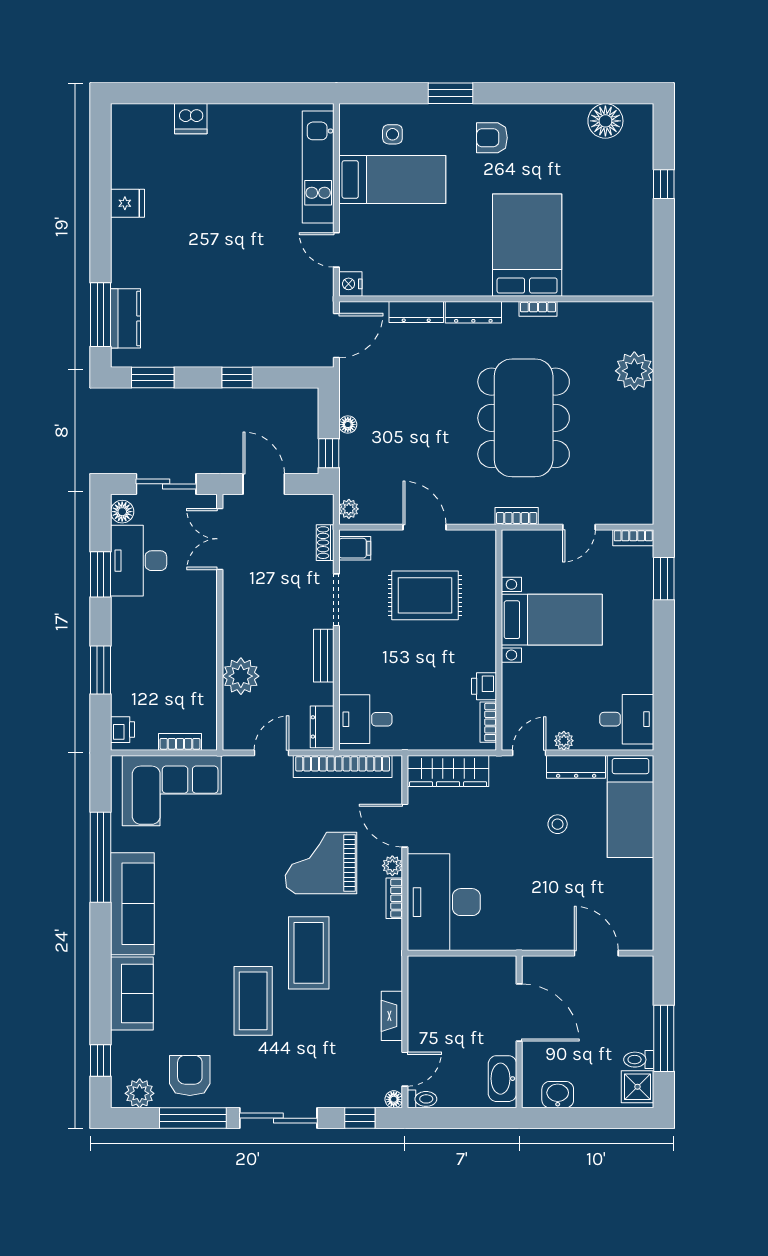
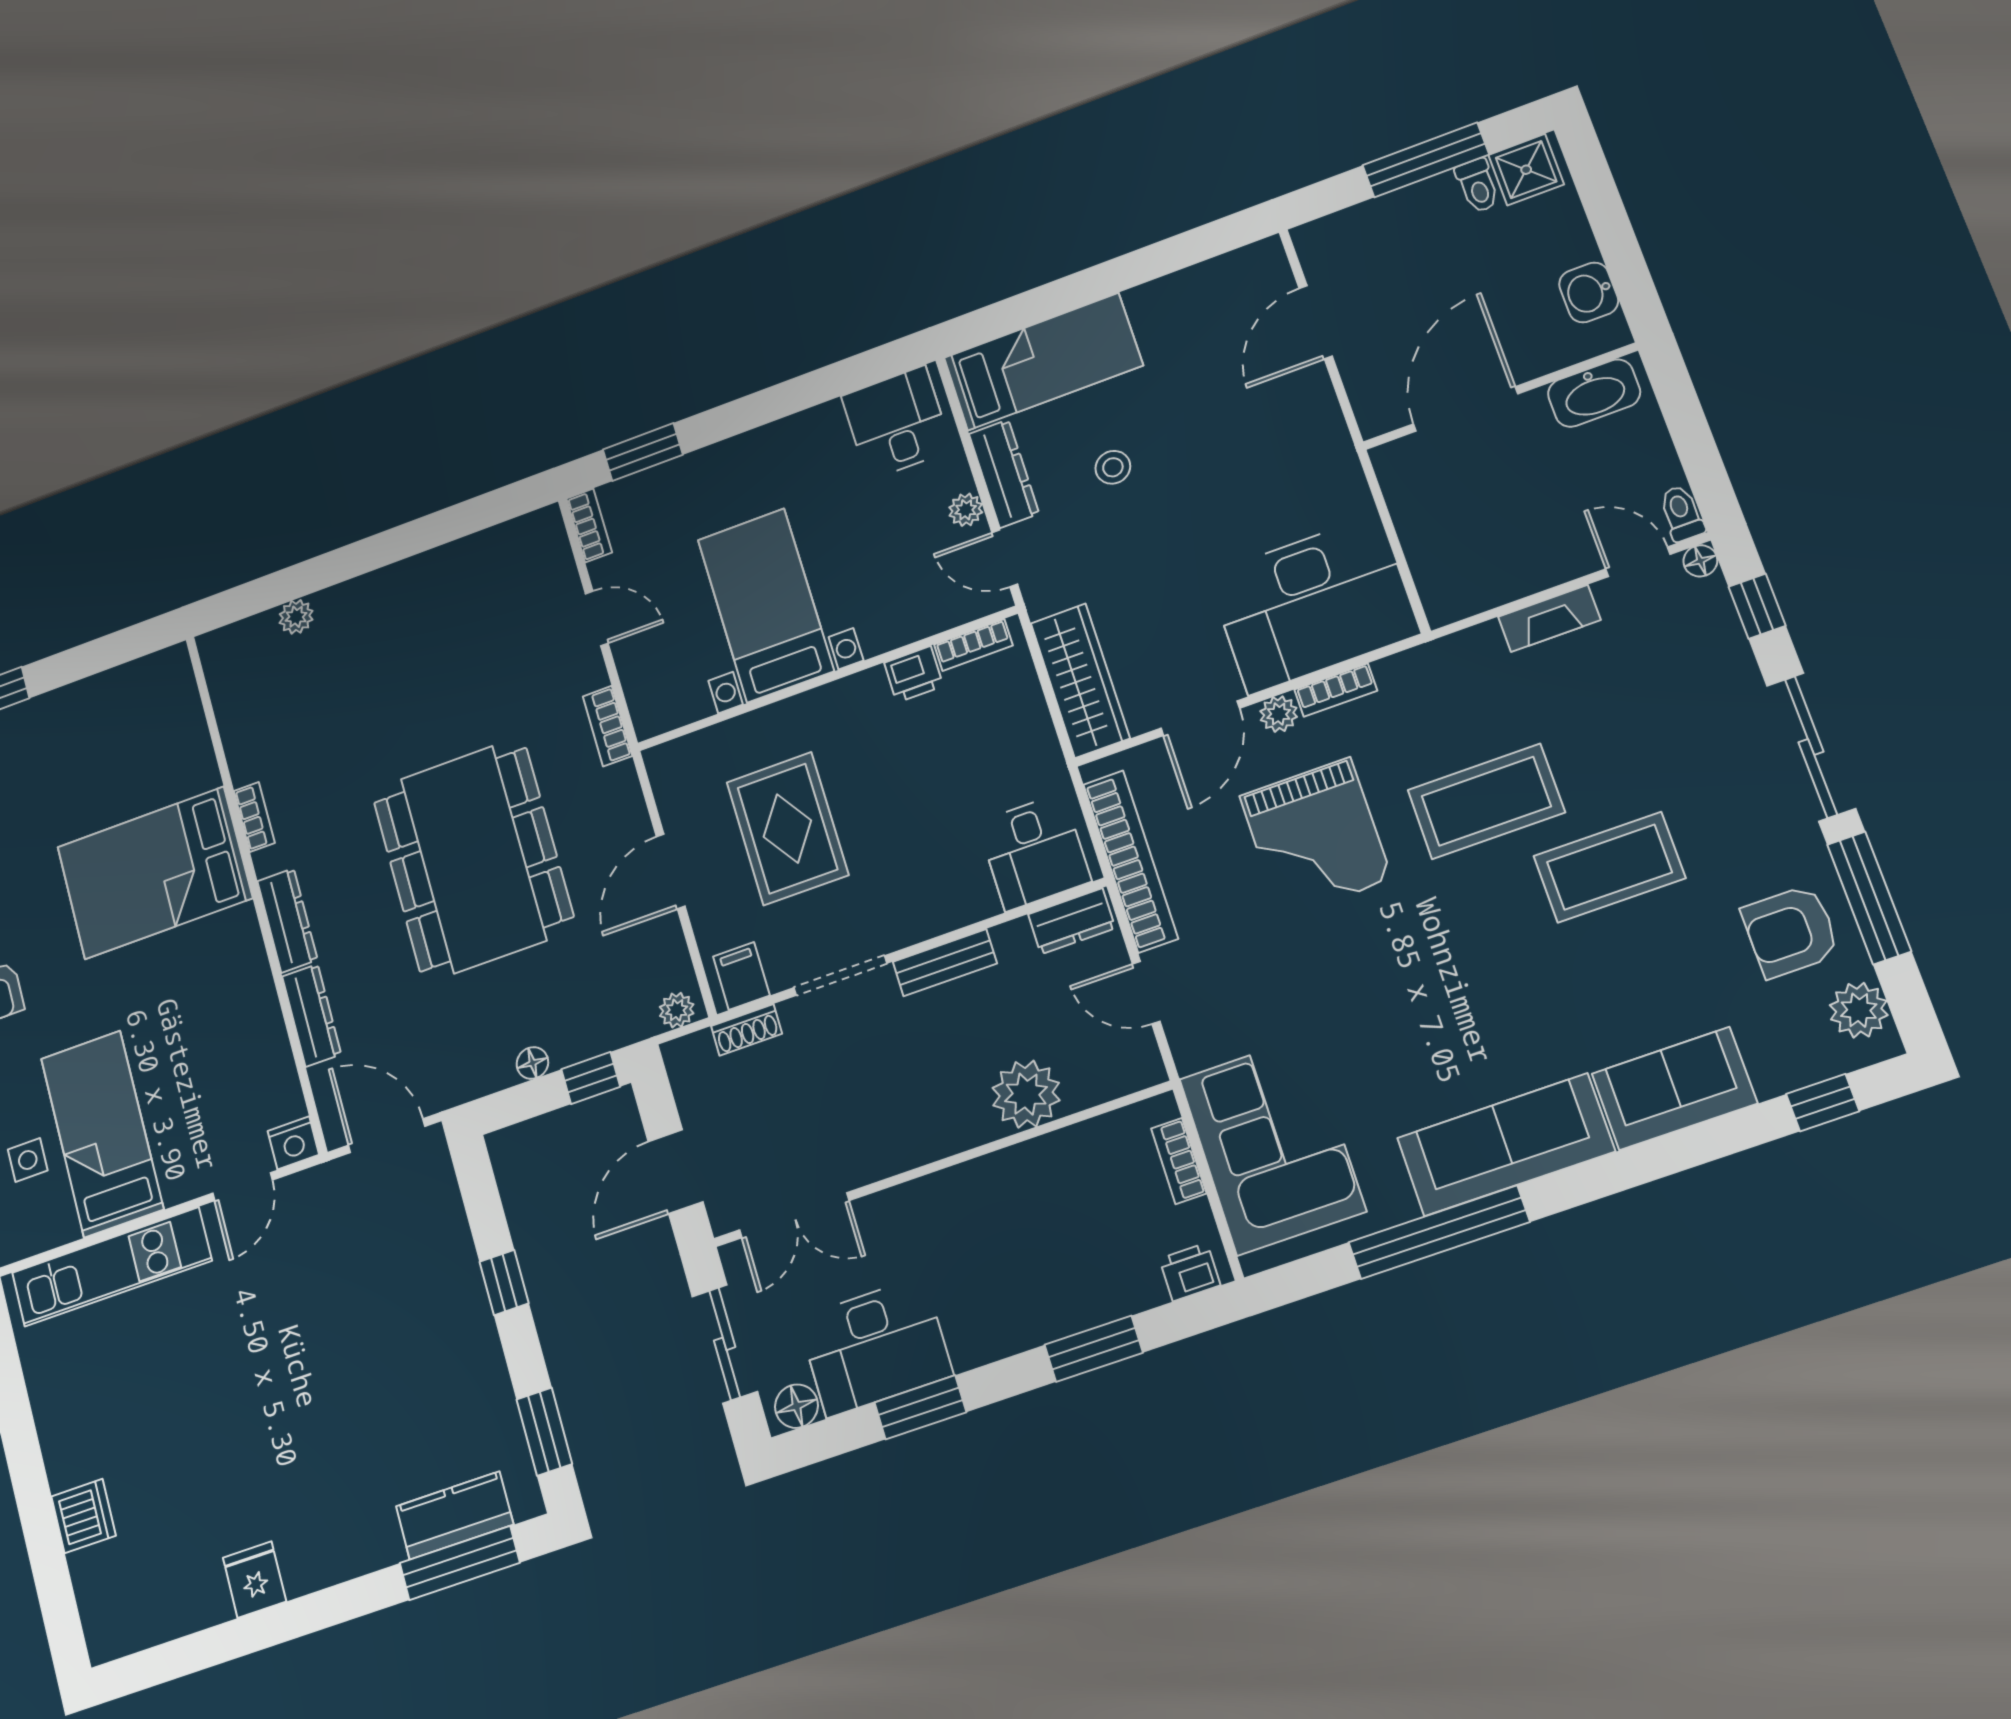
plant: (634, 371) -> (296, 617), width x0.53, depth x0.53
dining table: (524, 418) -> (473, 859), moved, turned 90

